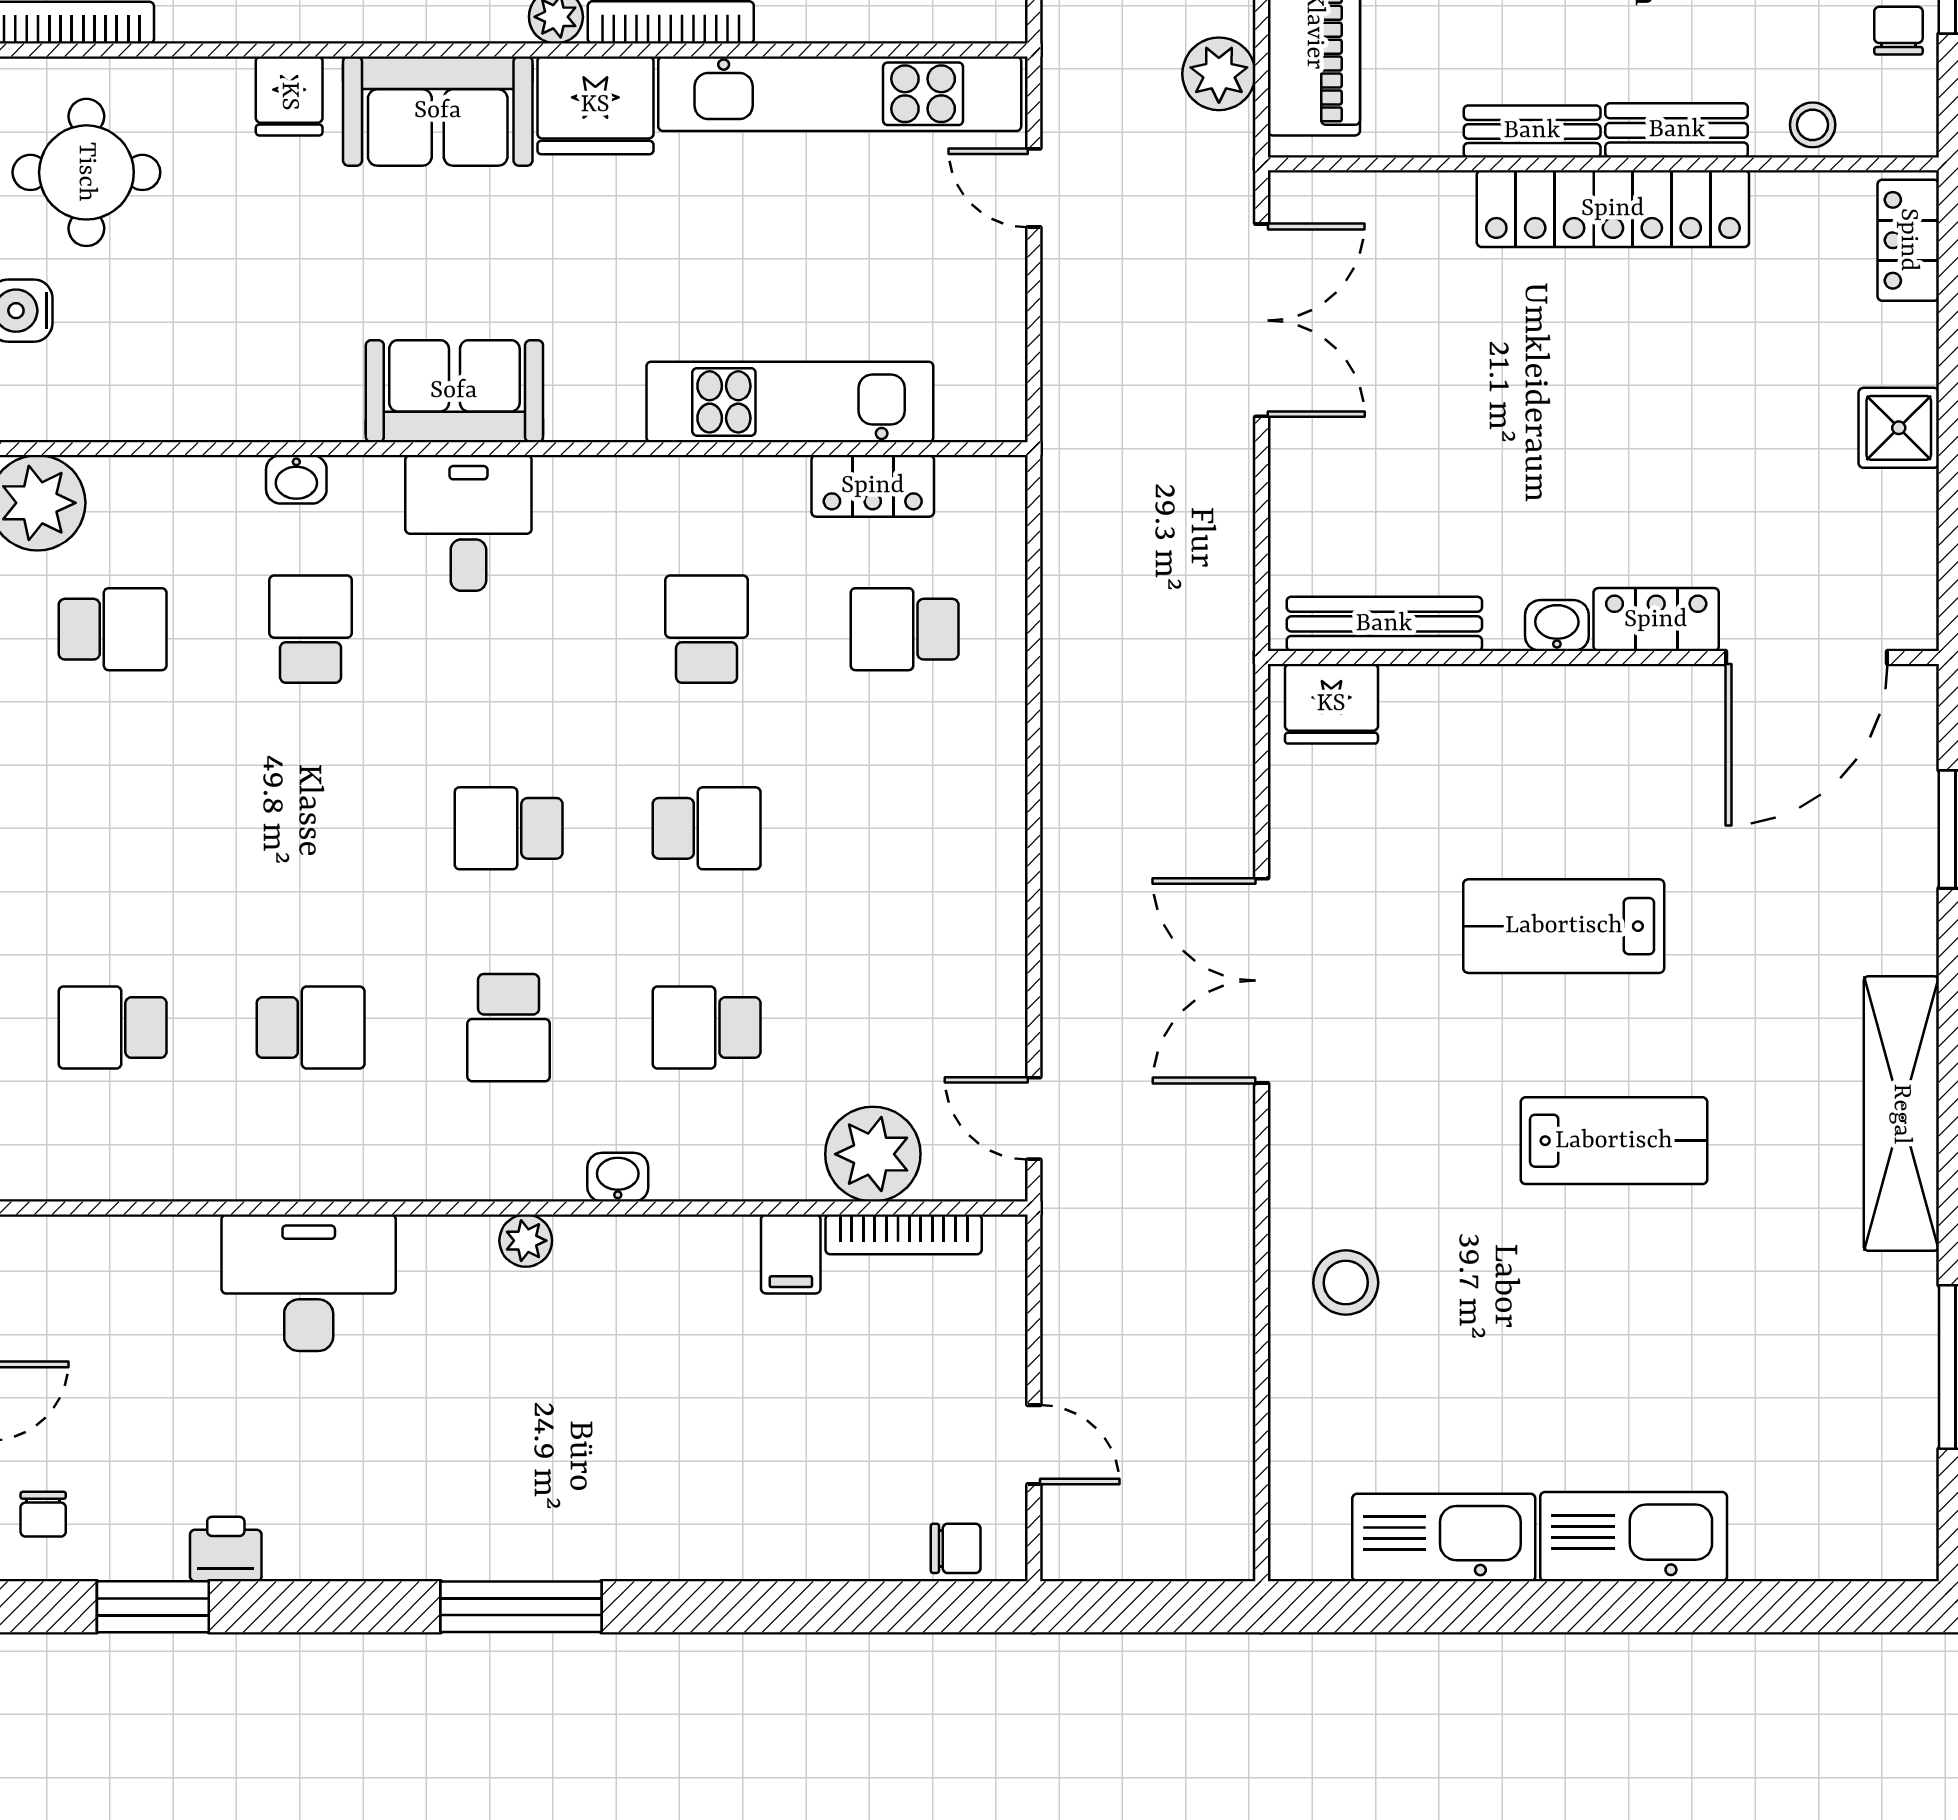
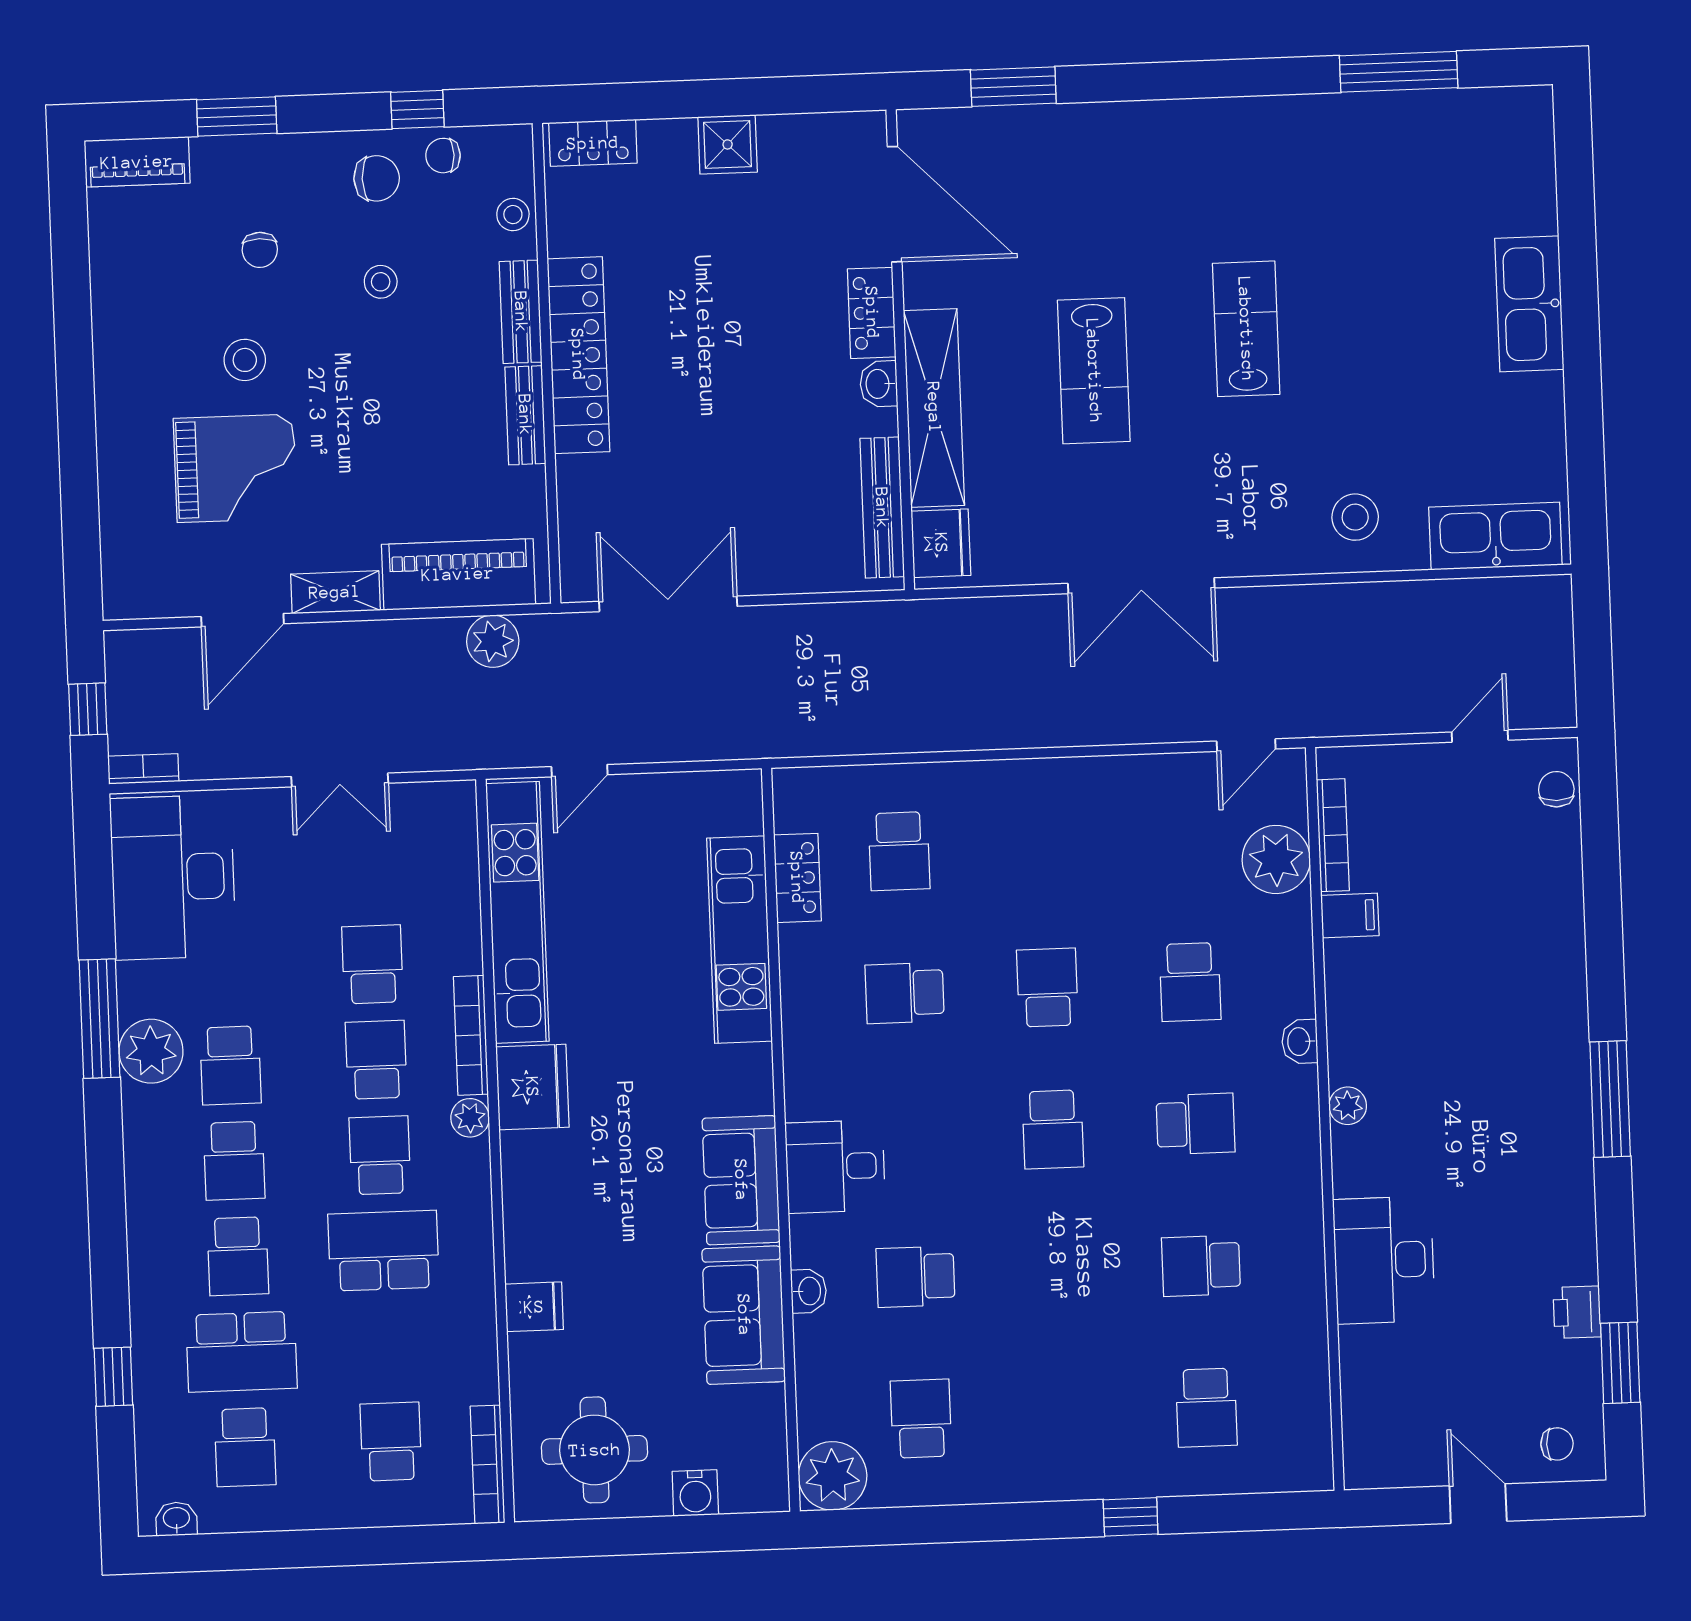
sofa: (438, 111) -> (744, 1315), moved, turned 180
school desk: (311, 1028) -> (1201, 1266), turned -90
shelving: (1901, 1114) -> (934, 408), moved, turned 90
kitchen sink: (1444, 1538) -> (1495, 536), moved, turned 90

